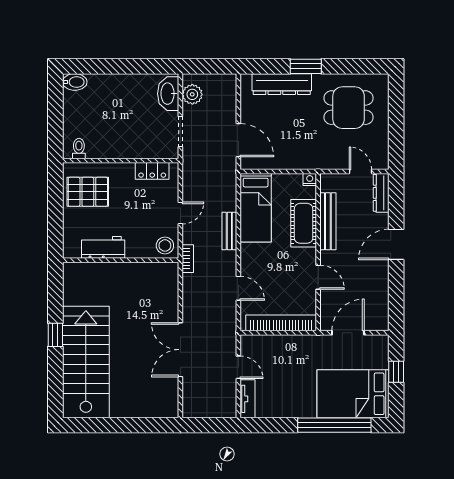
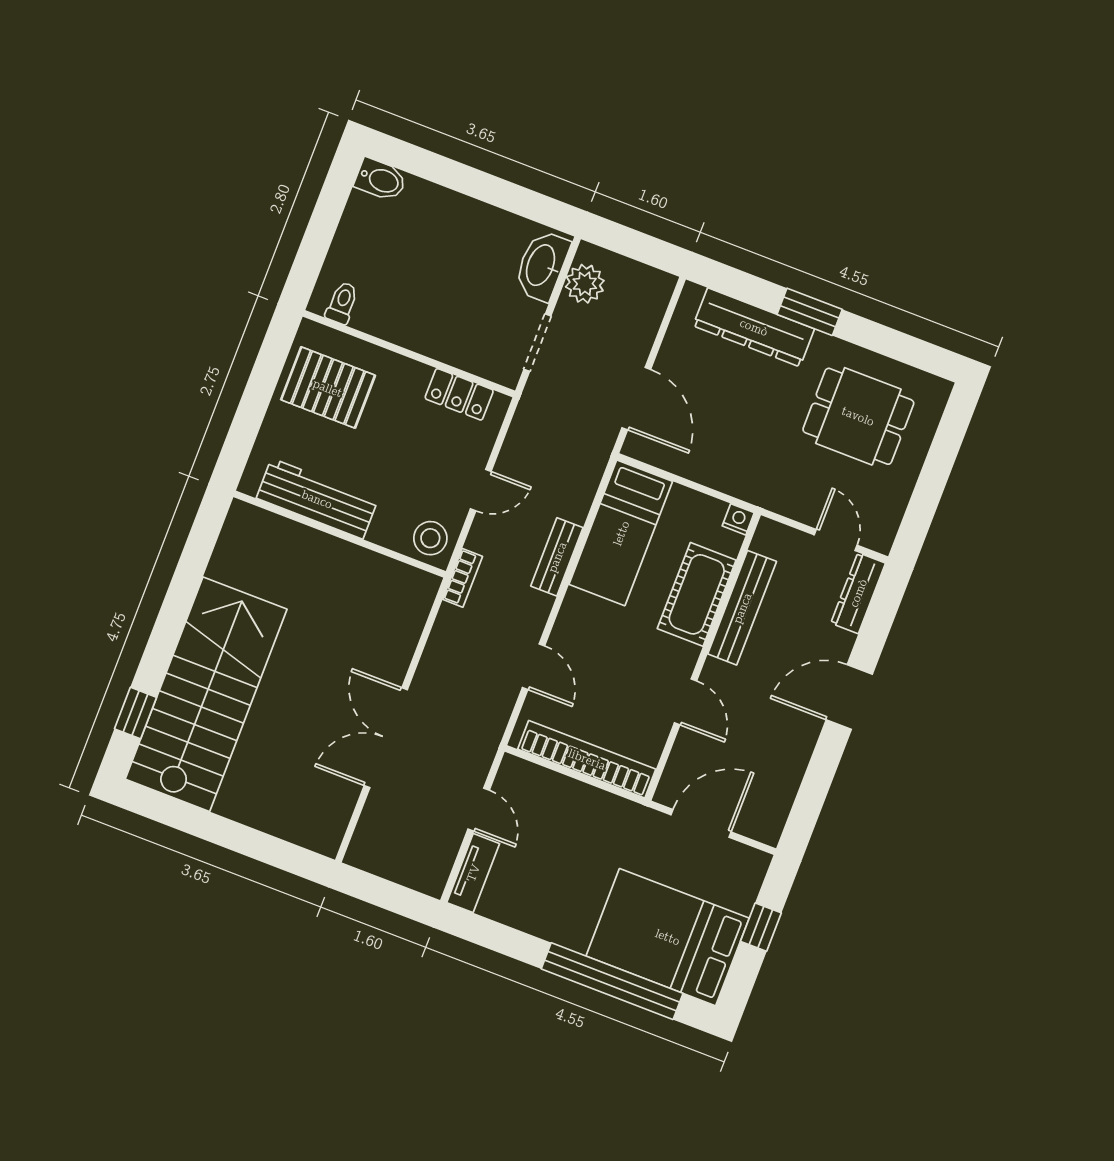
workbench: (103, 247) -> (317, 499), width x1.38
window: (55, 335) -> (136, 713), moved

